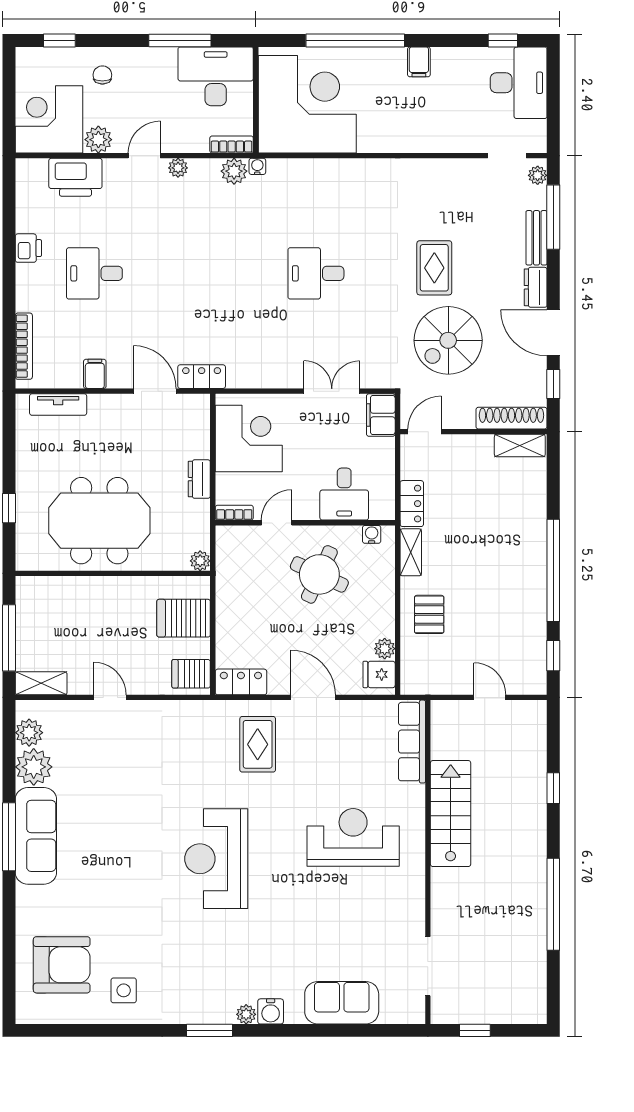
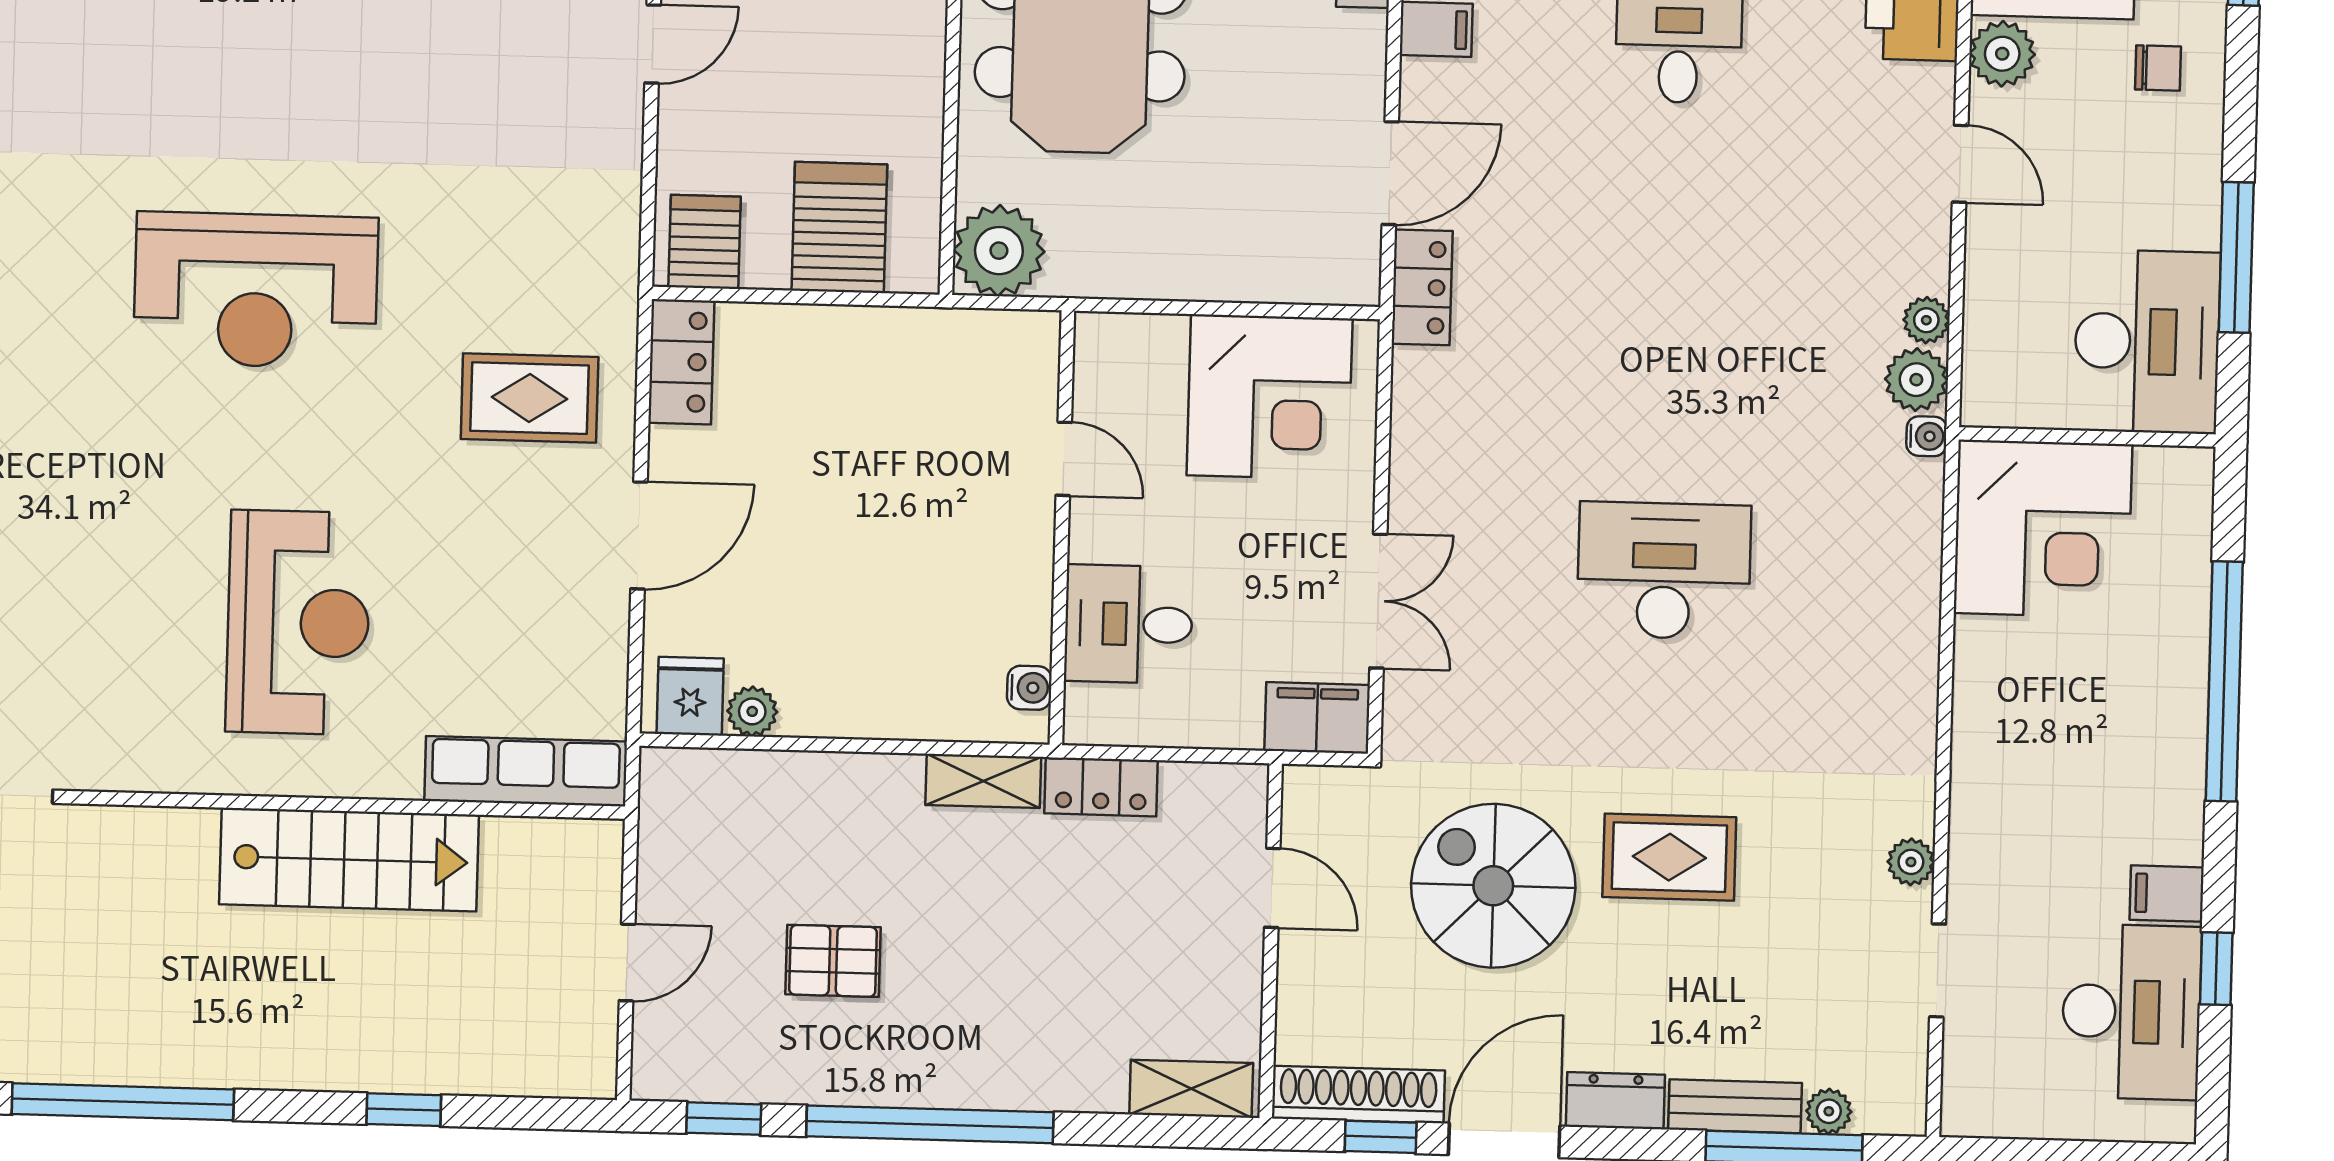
window: (503, 40) -> (2216, 969), moved
filing cabinet: (419, 62) -> (2167, 894), moved
desk: (519, 83) -> (2131, 1012), moved, turned -90
corner desk: (307, 104) -> (2043, 529), width x0.74, depth x0.74
bookcase: (232, 144) -> (1981, 375), removed
doorway: (507, 156) -> (1938, 970), moved
plant: (178, 168) -> (1926, 320), moved
plant: (433, 168) -> (1911, 862), added
plant: (538, 175) -> (1829, 1111), moved
desk: (316, 273) -> (1664, 571), width x1.37
shoe rack: (511, 418) -> (1358, 1094), moved, turned -90
door: (424, 432) -> (1272, 888), moved
shelving: (520, 446) -> (1191, 1089), moved, turned 90
dresser: (199, 479) -> (1175, 275), removed
bookcase: (234, 513) -> (1091, 357), removed
plant: (200, 561) -> (999, 251), width x1.87, depth x1.87
round table: (319, 574) -> (936, 559), removed
pallet: (429, 614) -> (833, 961), moved
reception desk: (216, 859) -> (256, 290), turned 180

